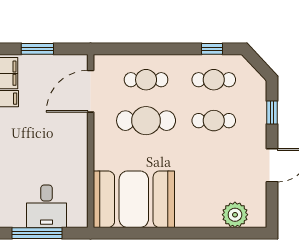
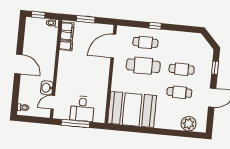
window: (212, 49) -> (155, 26), moved
cafe table: (214, 80) -> (179, 92), moved

